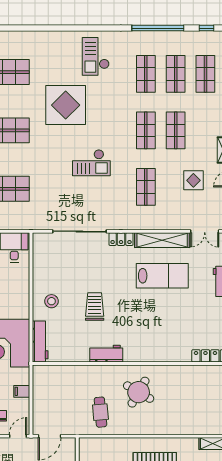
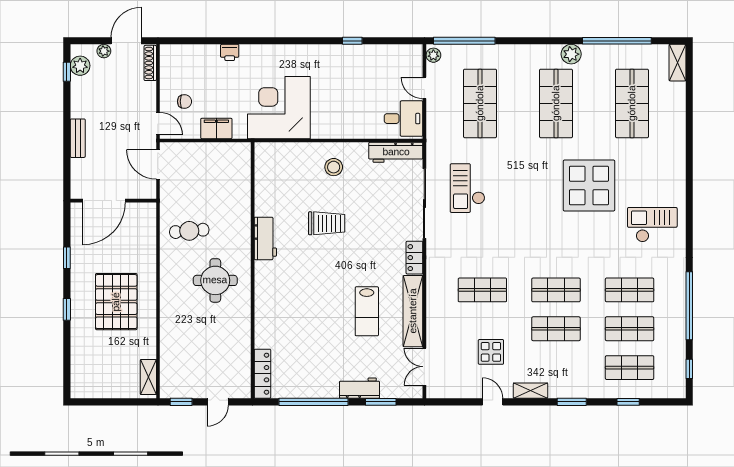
checkout: (91, 163) -> (467, 188), moved
lab bench: (162, 276) -> (367, 311), width x0.73, depth x0.72
workbench: (40, 341) -> (396, 152), moved
filing cabinet: (22, 391) -> (216, 128), width x2.00
round table: (139, 392) -> (215, 280), turned -30

